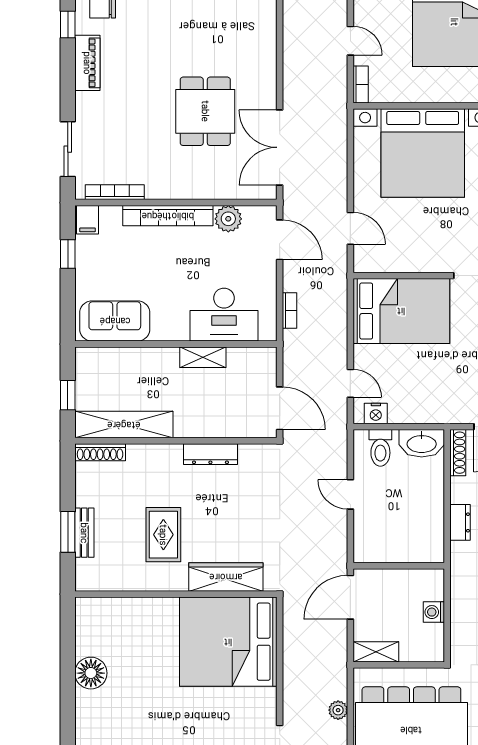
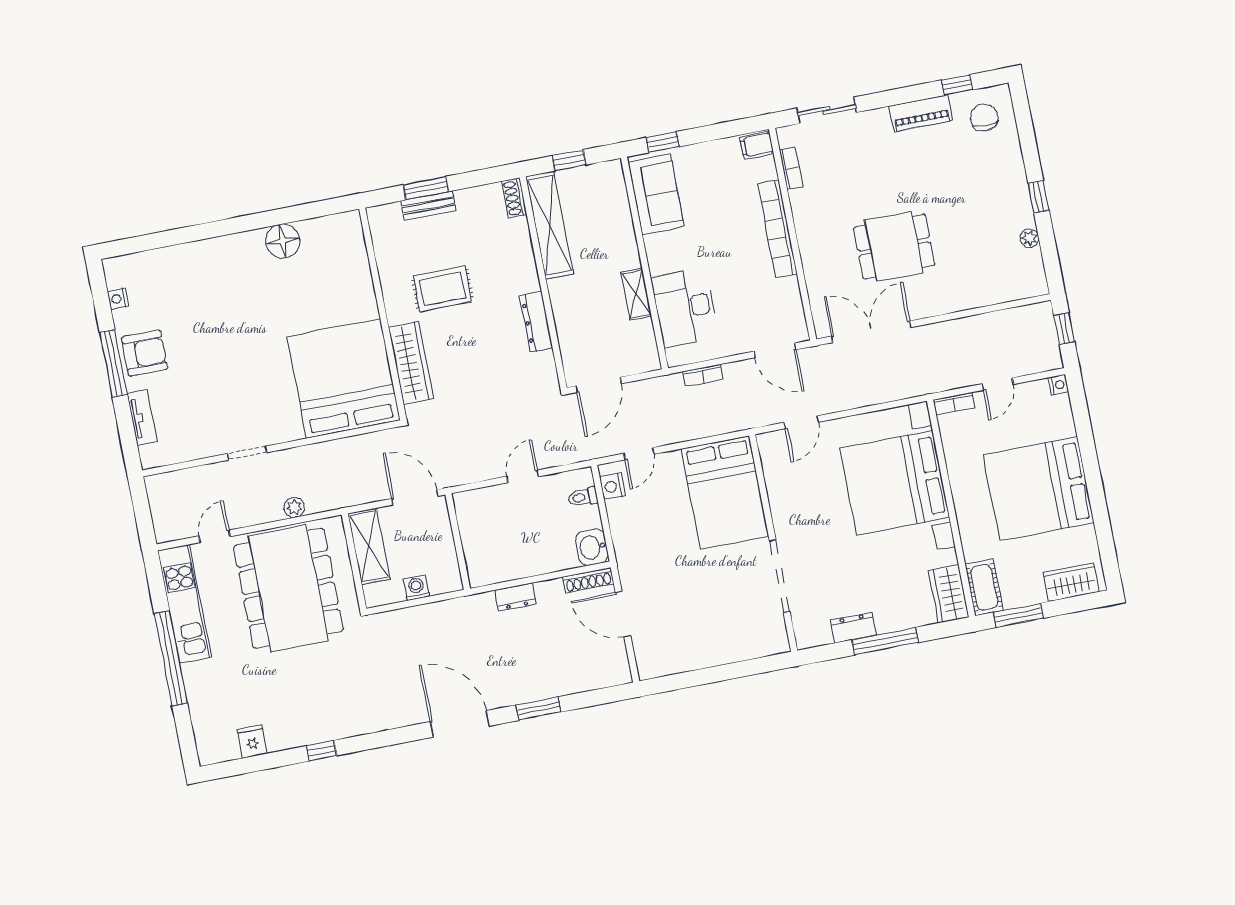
bookcase: (115, 192) -> (791, 168), width x0.64
plant: (228, 219) -> (786, 292), removed
door: (280, 240) -> (775, 350), hinge flipped
window: (68, 254) -> (663, 142), moved
washbasin: (422, 443) -> (592, 547), width x0.72
toilet: (380, 448) -> (583, 497), width x0.73, depth x0.72
shoe rack: (100, 452) -> (514, 198), width x0.70
shelving: (376, 652) -> (369, 546), width x1.50, depth x1.33

